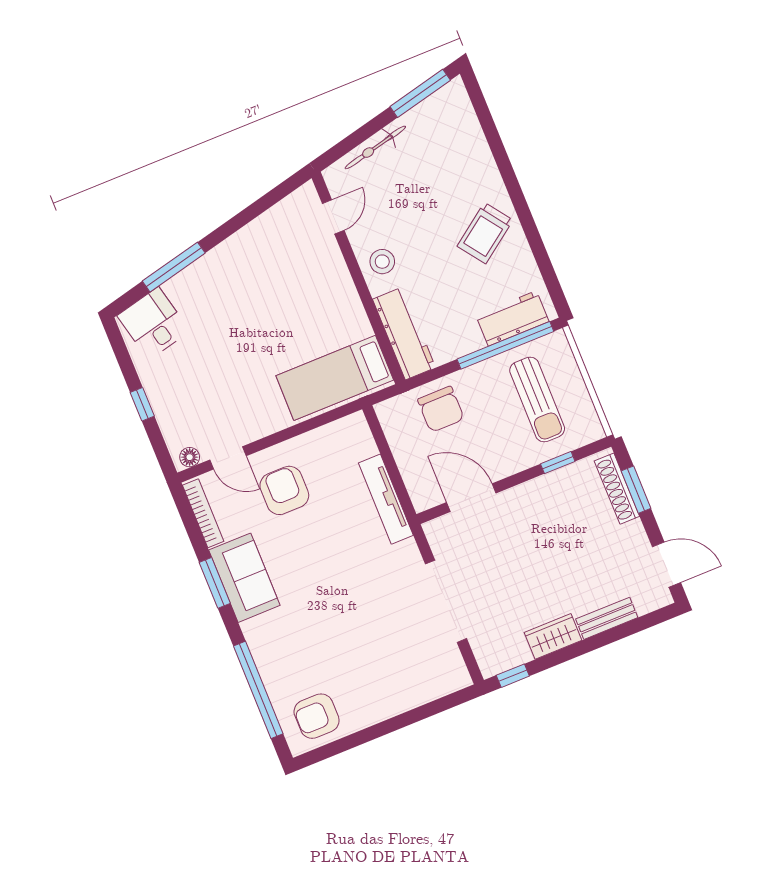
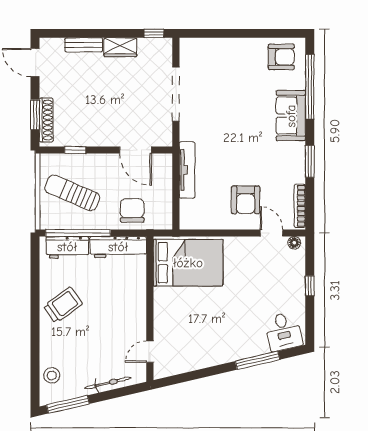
stool: (382, 262) -> (52, 375), moved
workbench: (404, 333) -> (118, 247), moved, turned -90
bed: (335, 378) -> (188, 263), width x1.50
sun lounger: (537, 399) -> (72, 193), turned -67
sofa: (244, 578) -> (291, 116), moved

